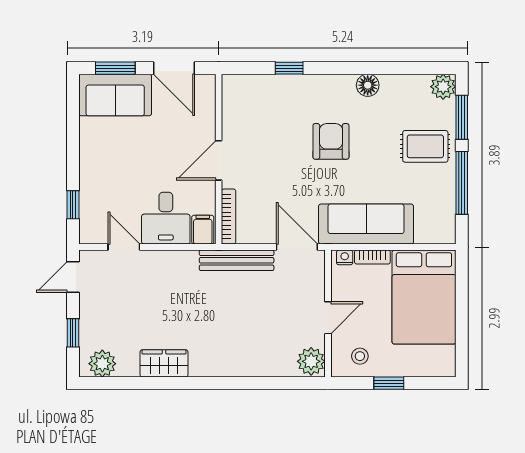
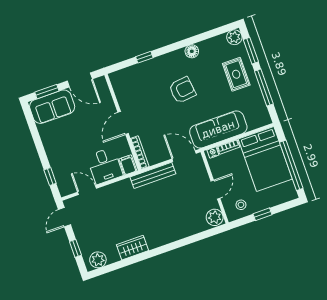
armchair: (331, 141) -> (182, 90), turned 83
rug: (425, 146) -> (236, 74), turned 90
window: (462, 322) -> (291, 165), added

